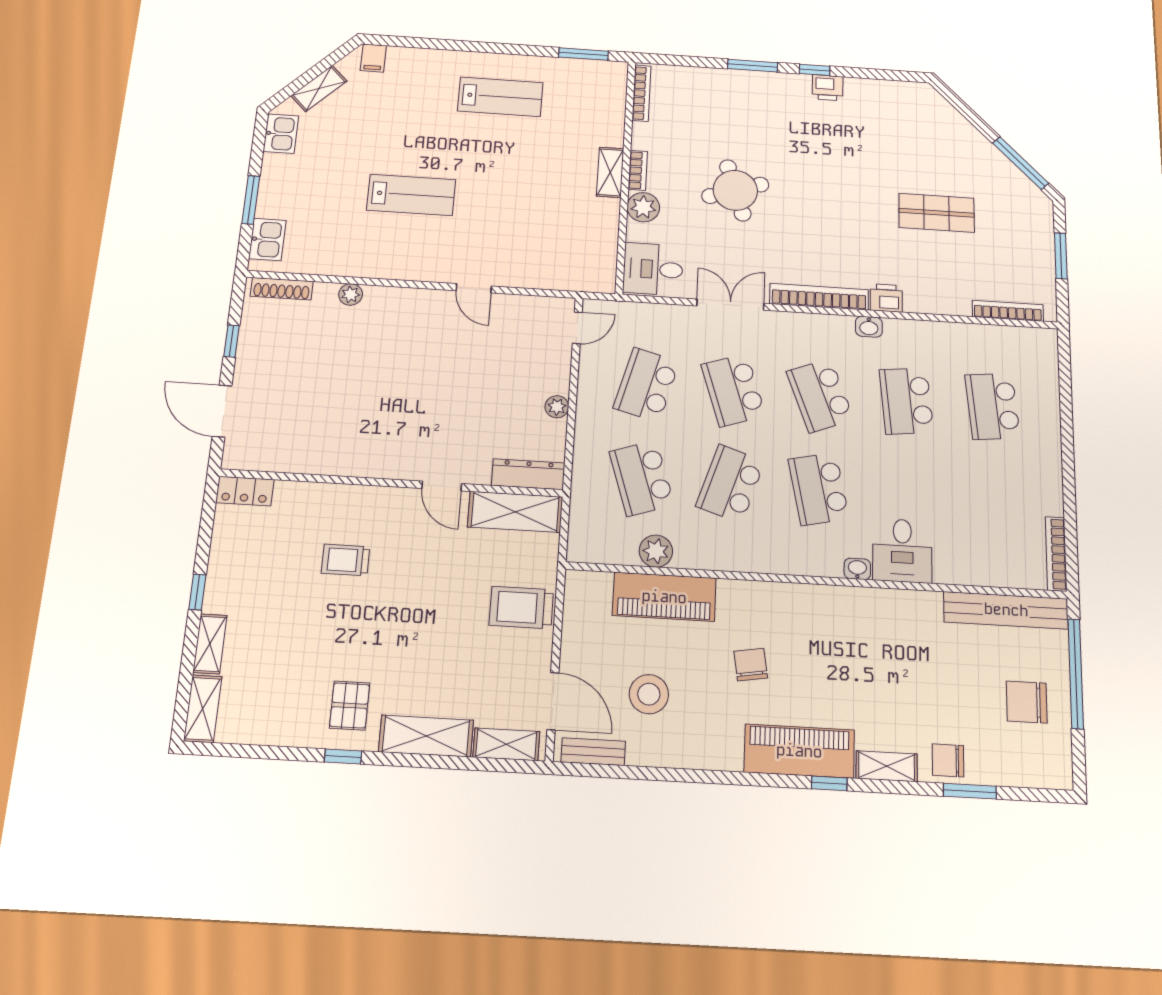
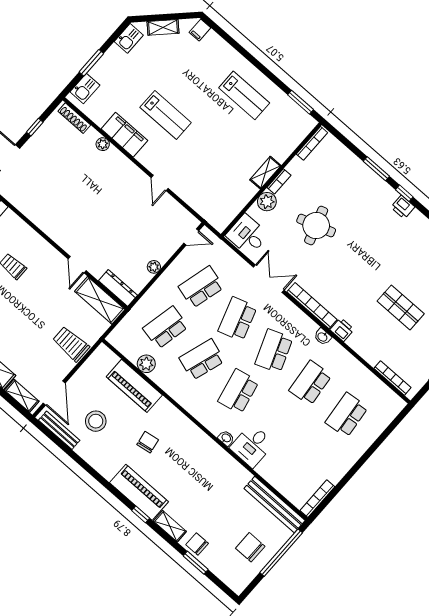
filing cabinet: (373, 260) -> (124, 135), added
school desk: (642, 478) -> (166, 327), turned 30
bench: (593, 752) -> (59, 430), width x1.36

